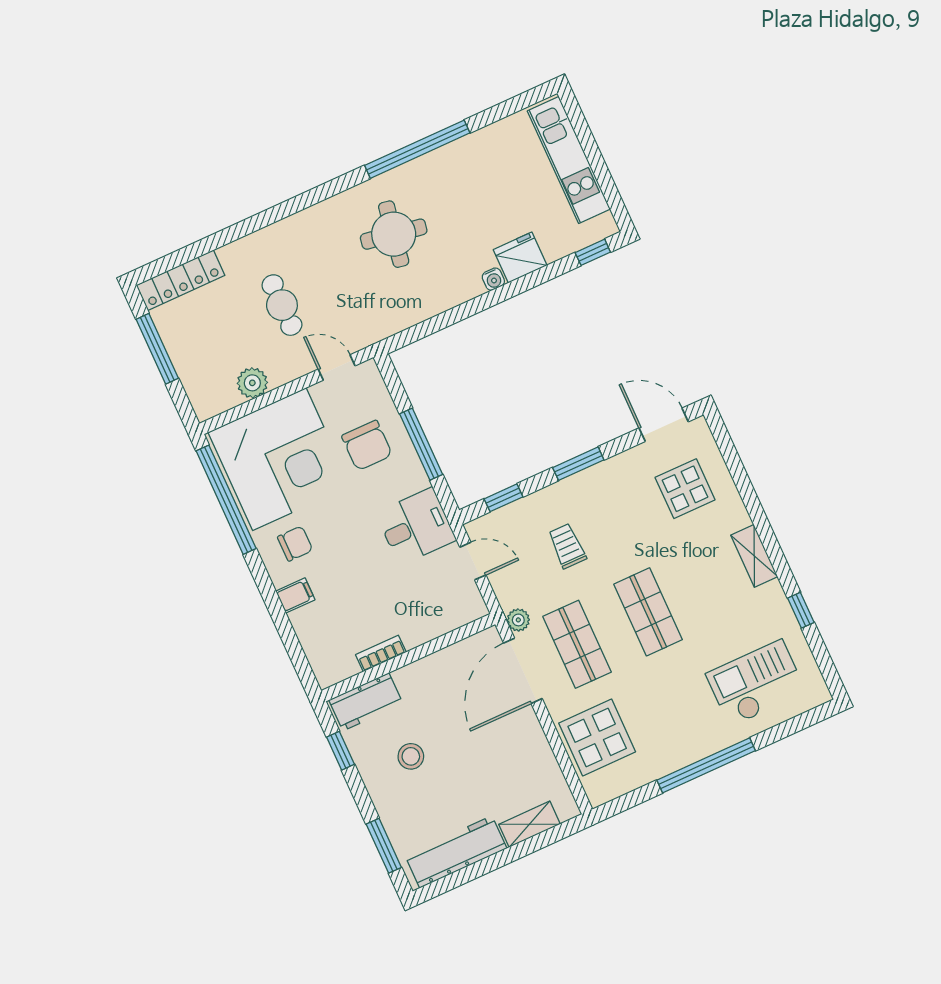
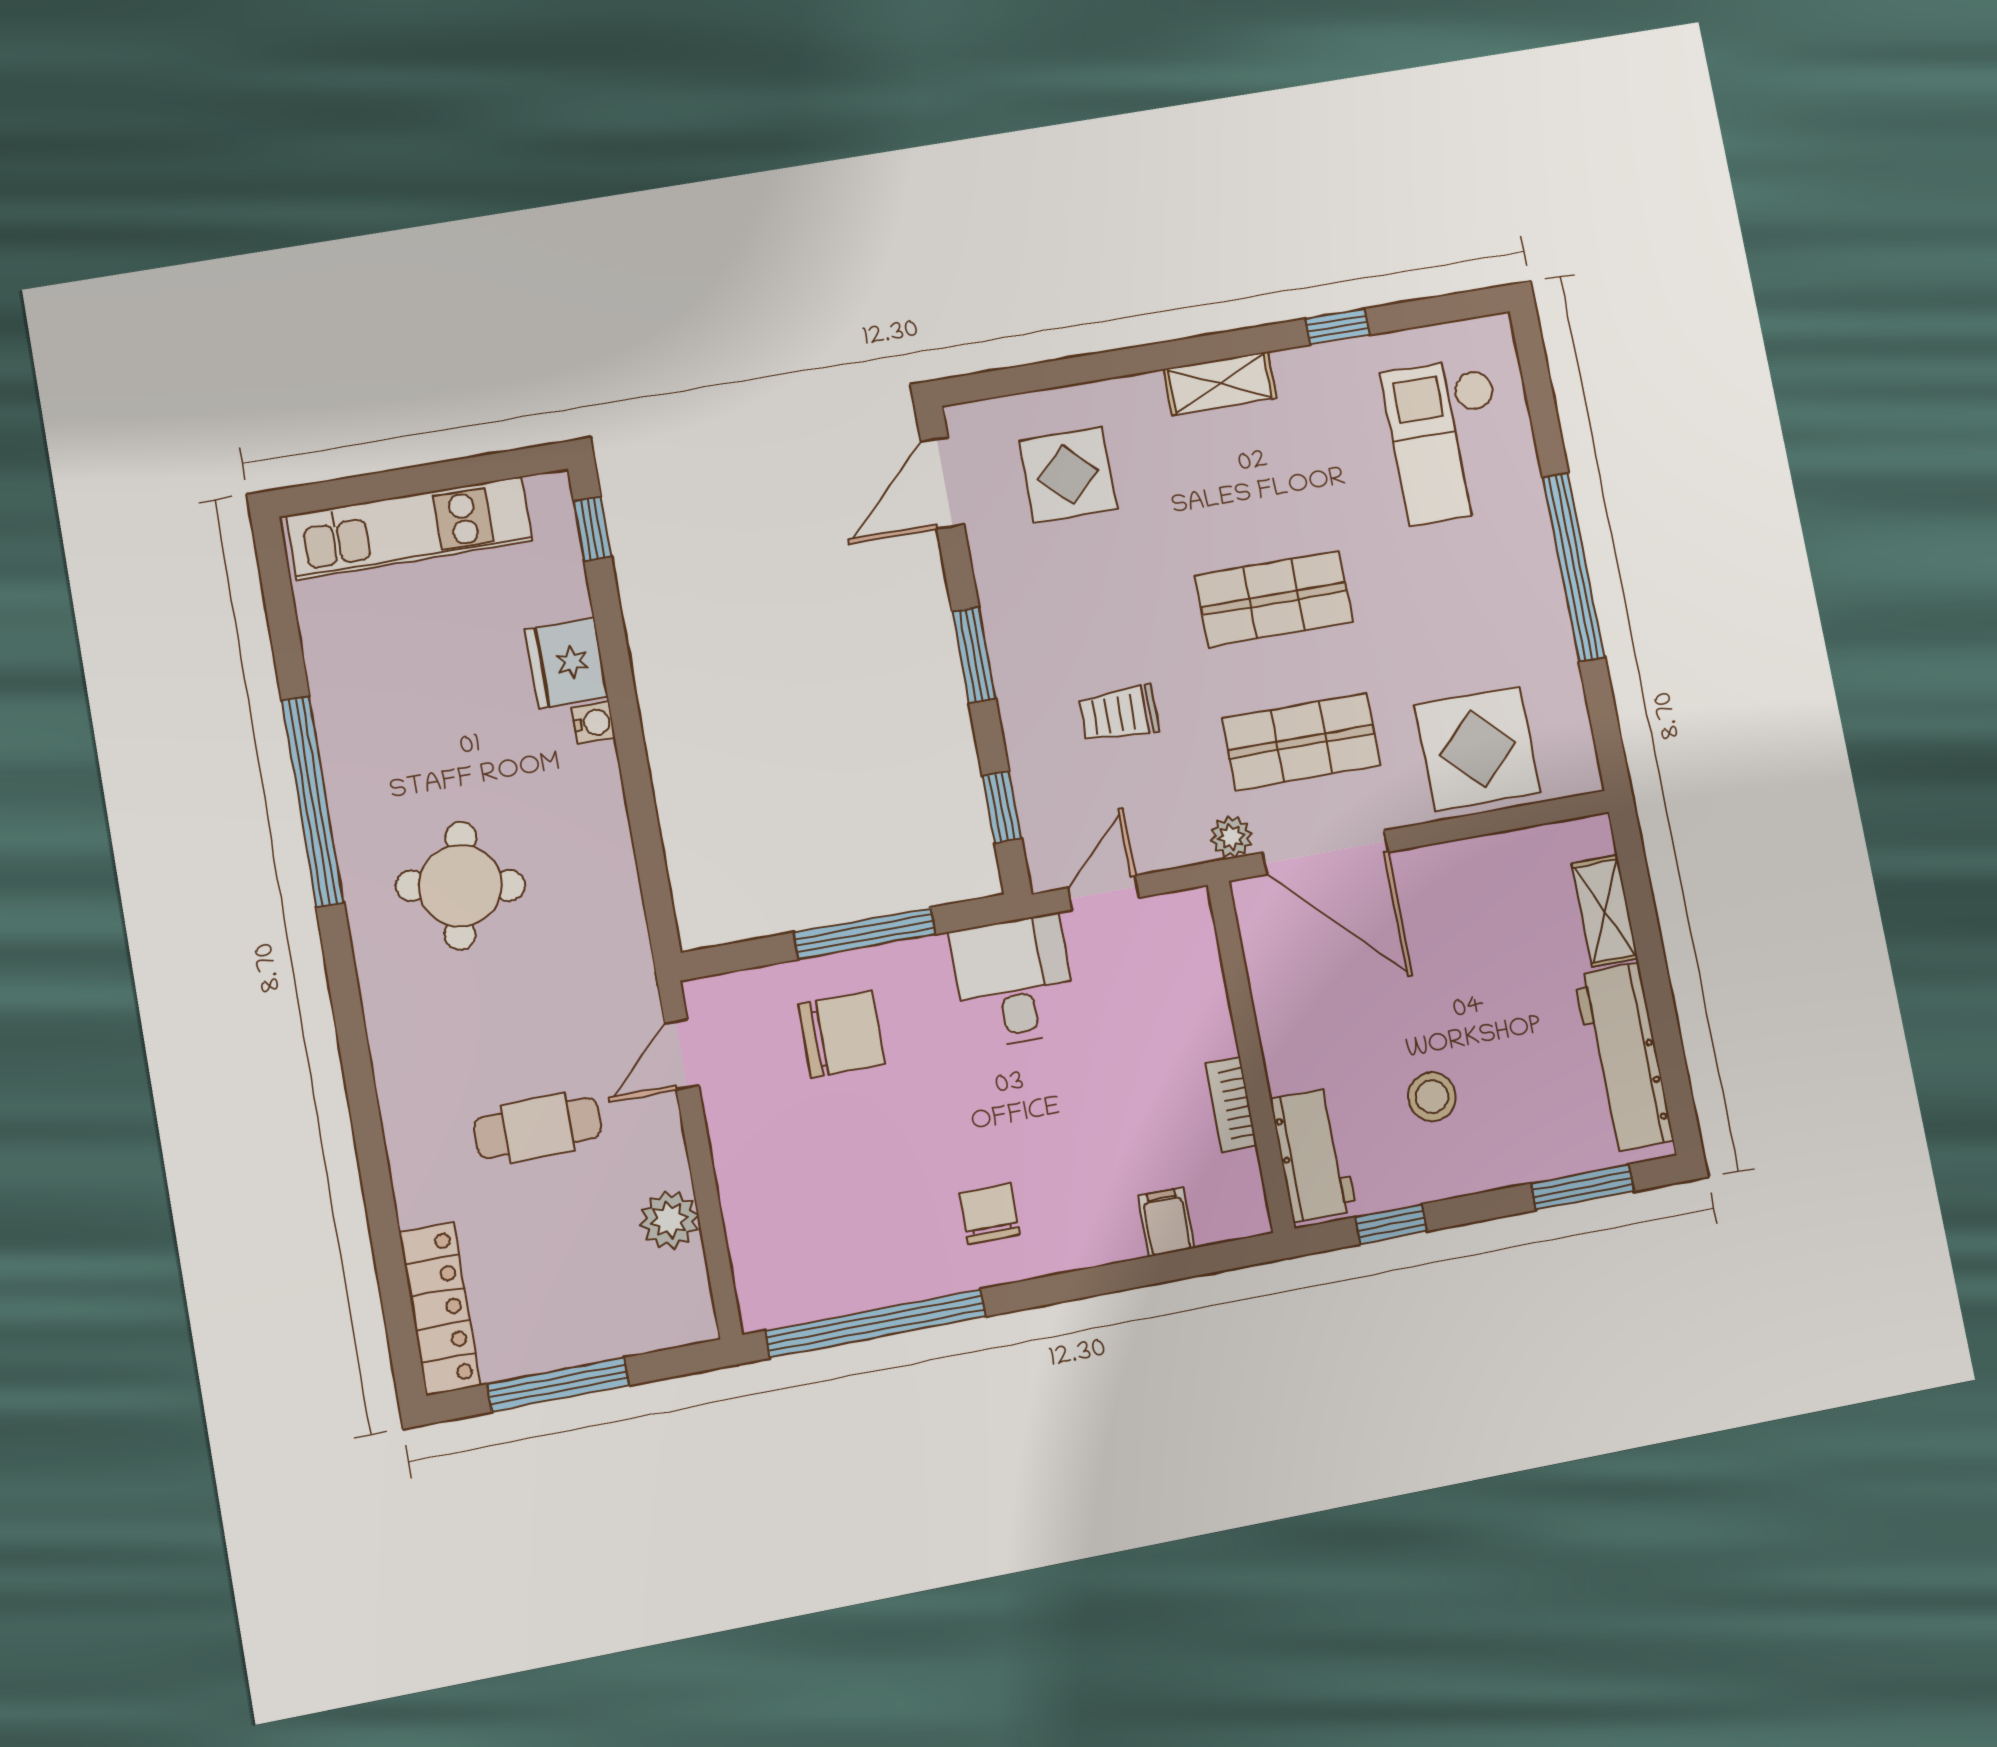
corner desk: (279, 459) -> (825, 1205), removed
filing cabinet: (295, 595) -> (1166, 1222), moved

